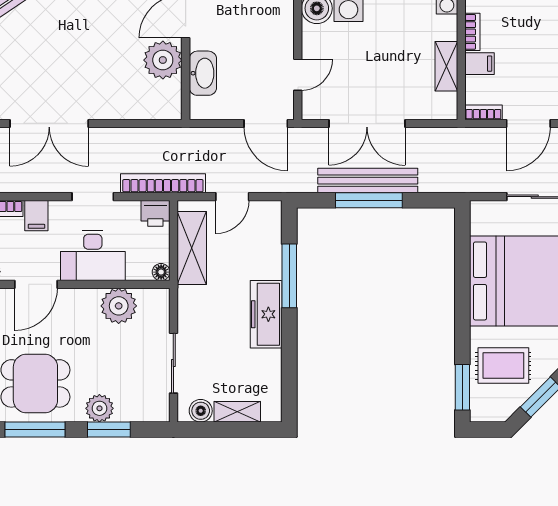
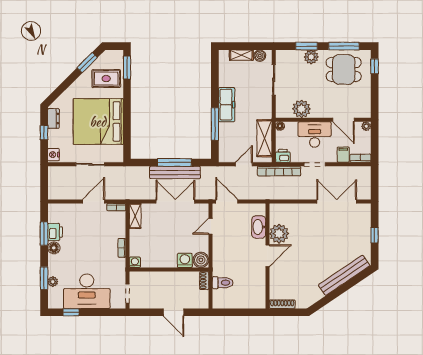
filing cabinet: (479, 64) -> (118, 232), removed
shelving: (446, 66) -> (135, 216), moved
door: (36, 284) -> (343, 120), swing flipped

